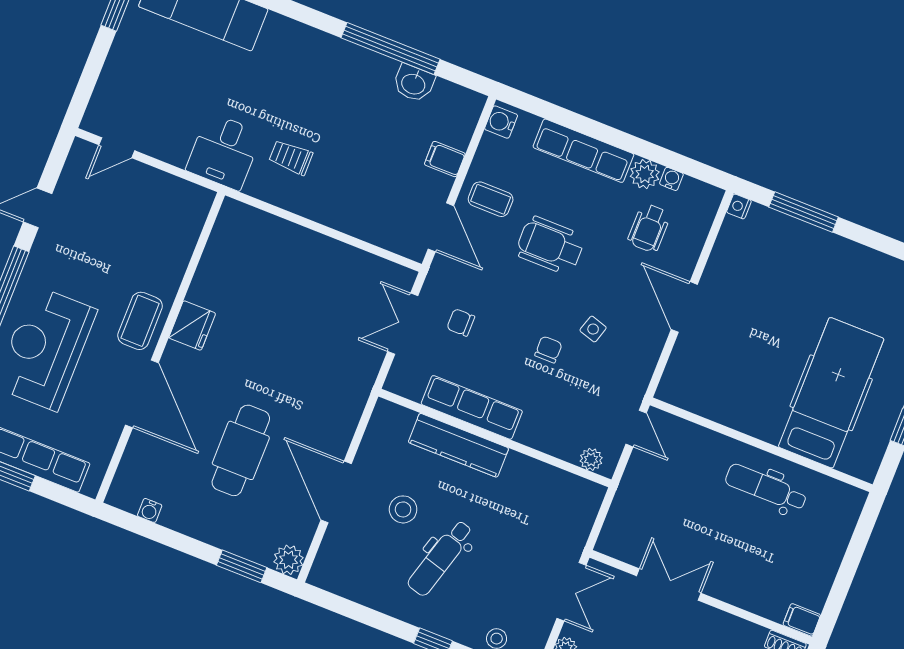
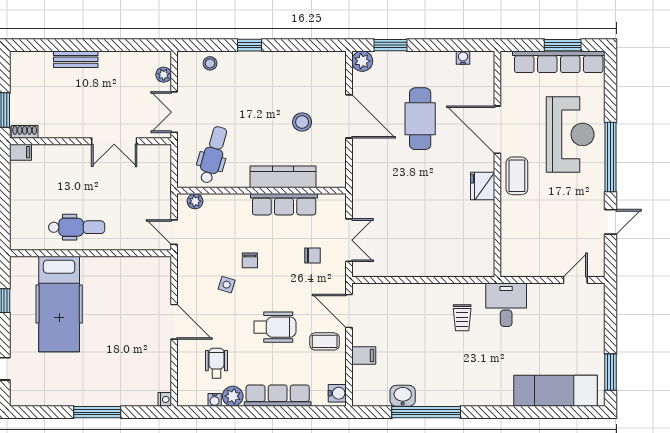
trolley: (291, 157) -> (462, 318), turned 90
window: (804, 212) -> (97, 412), moved
dental chair: (440, 558) -> (213, 155), moved

